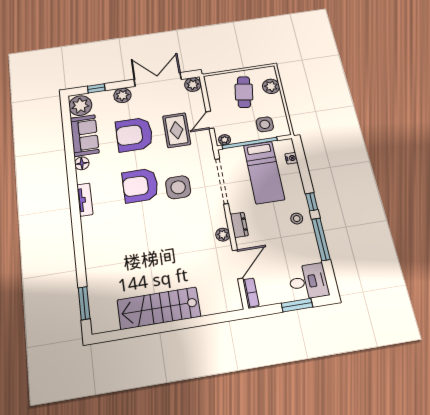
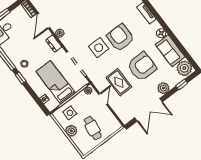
plant: (193, 85) -> (126, 117), removed
plant: (271, 86) -> (71, 131), moved
armchair: (140, 185) -> (120, 38), turned -90

